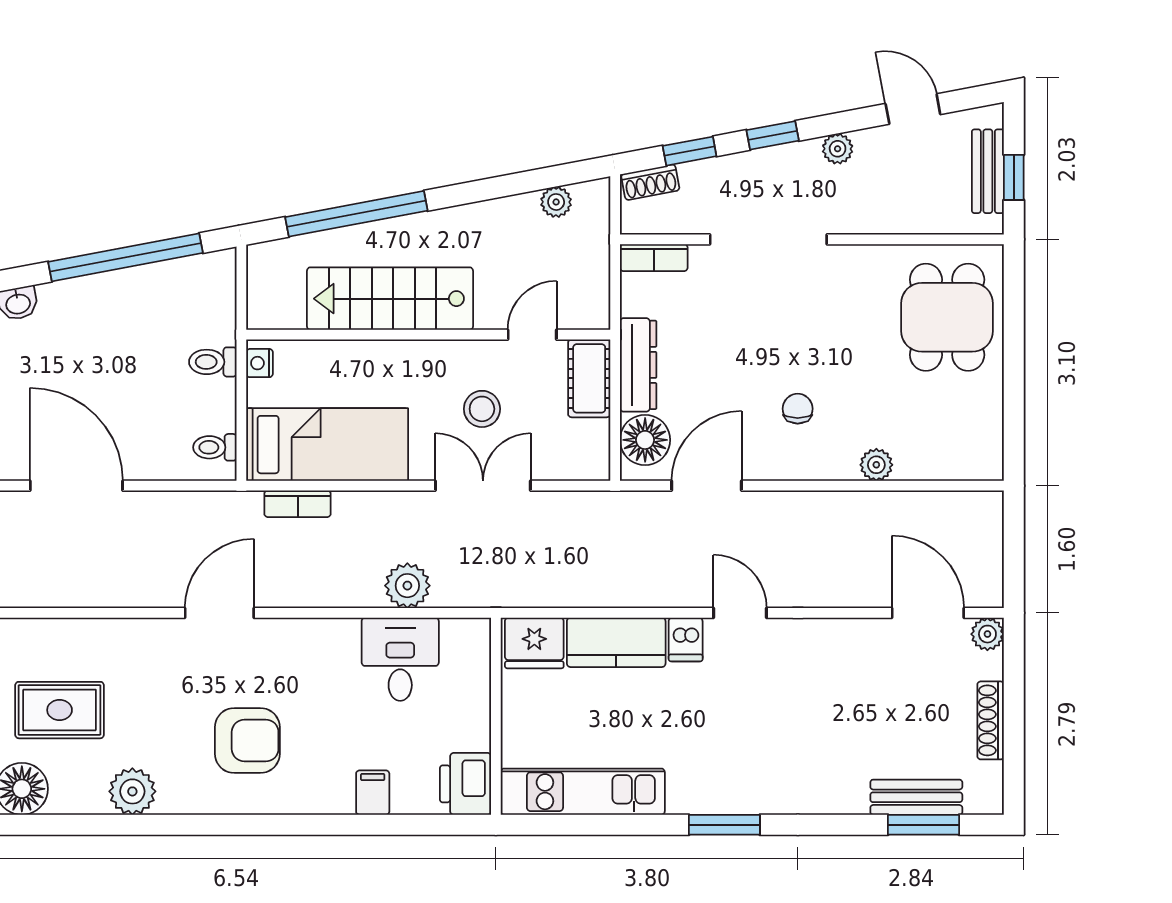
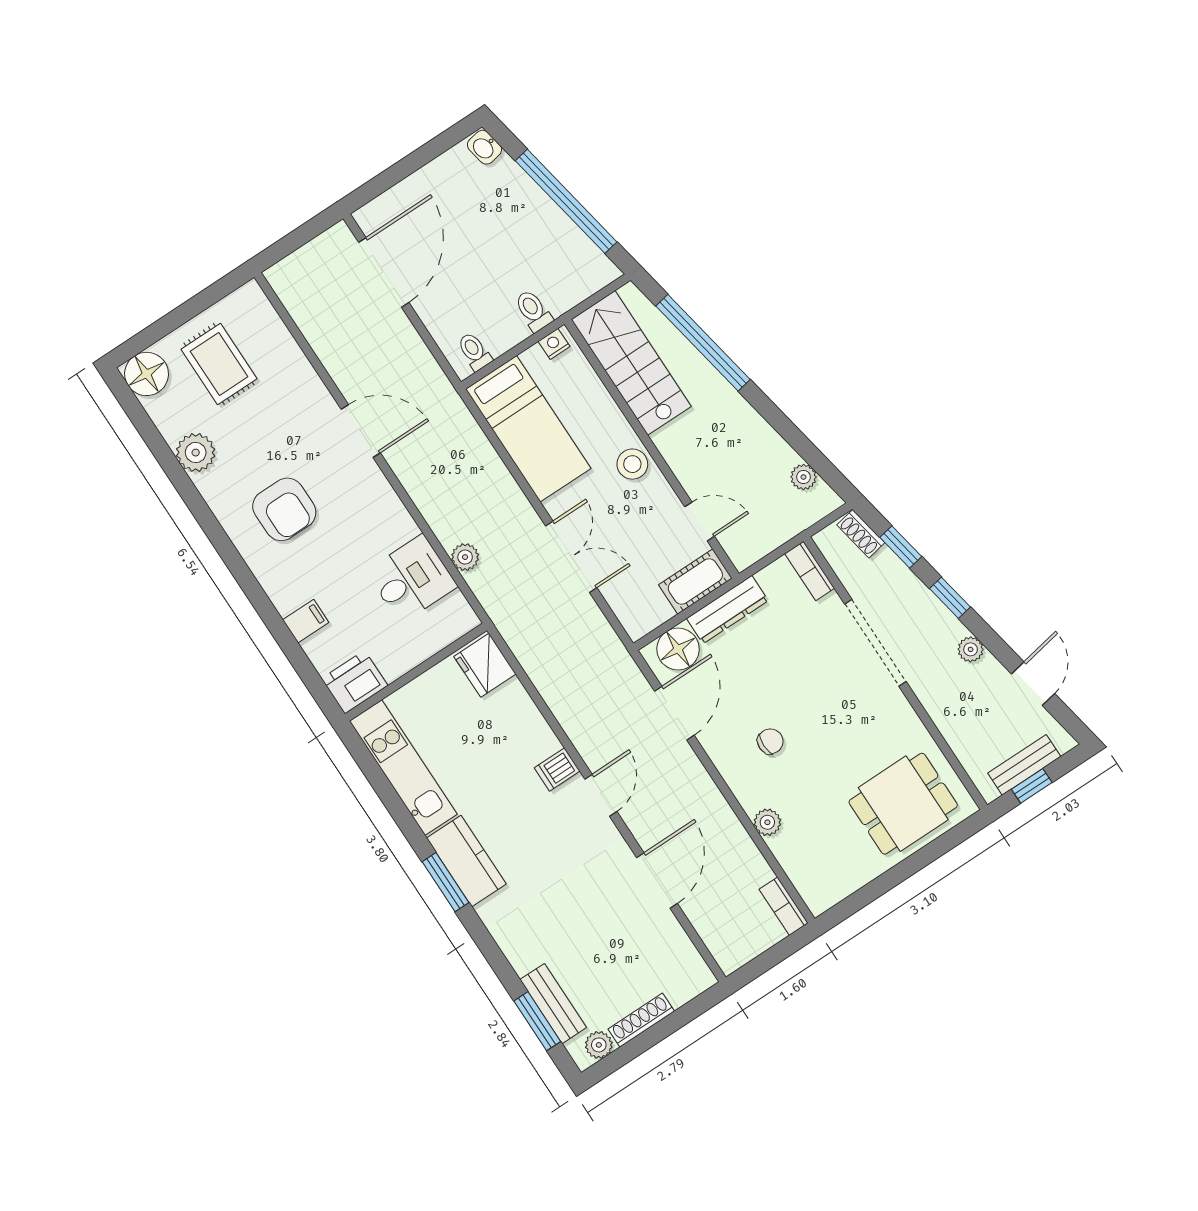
stairs: (390, 299) -> (631, 363), moved
stool: (482, 409) -> (632, 464), moved
door: (707, 486) -> (674, 713), hinge flipped
bookcase: (298, 504) -> (784, 906), moved
plant: (407, 586) -> (465, 557), width x0.73, depth x0.73
door: (928, 613) -> (657, 880), moved
plant: (987, 634) -> (599, 1045), moved
kitchen counter: (616, 642) -> (466, 861), moved, turned 180

